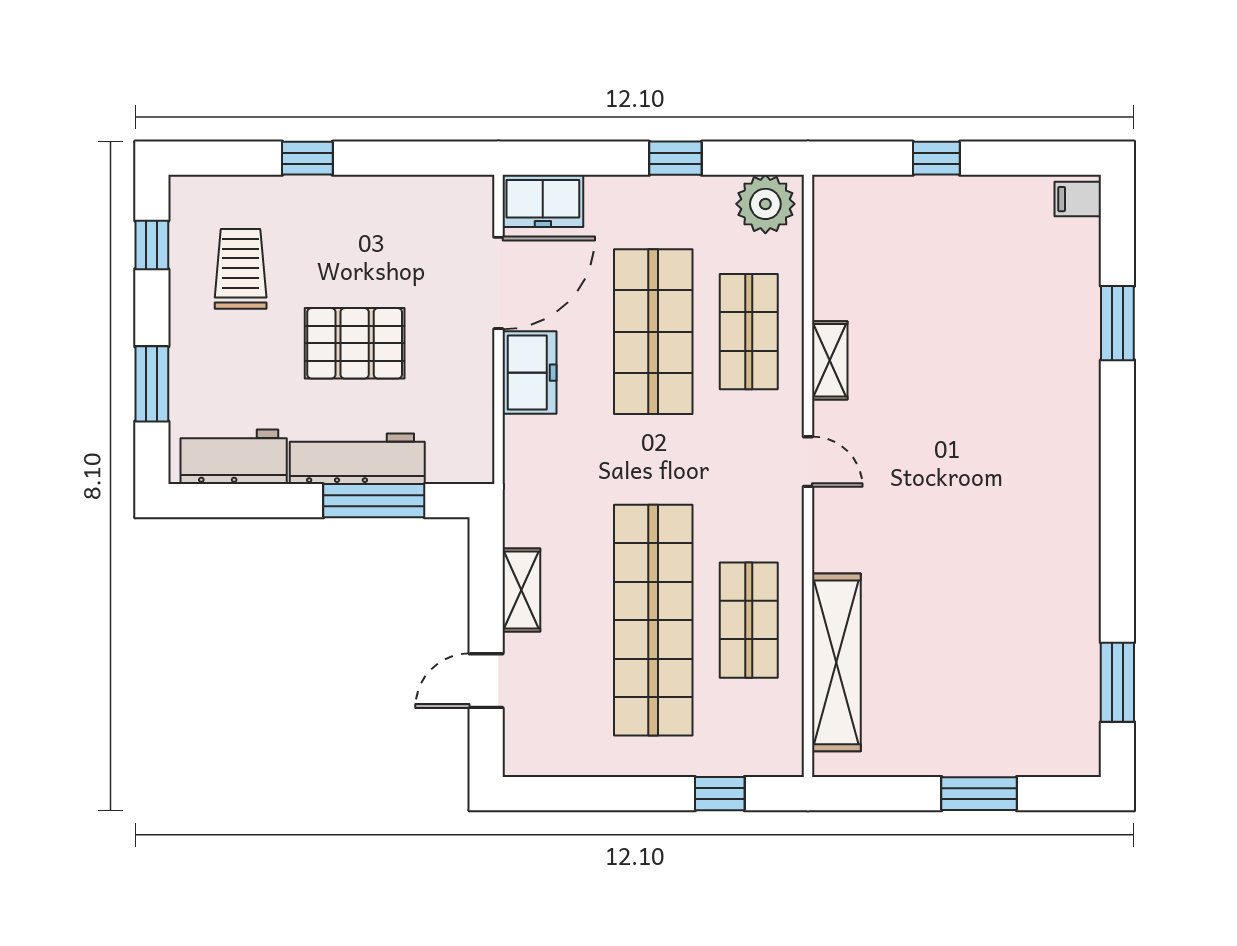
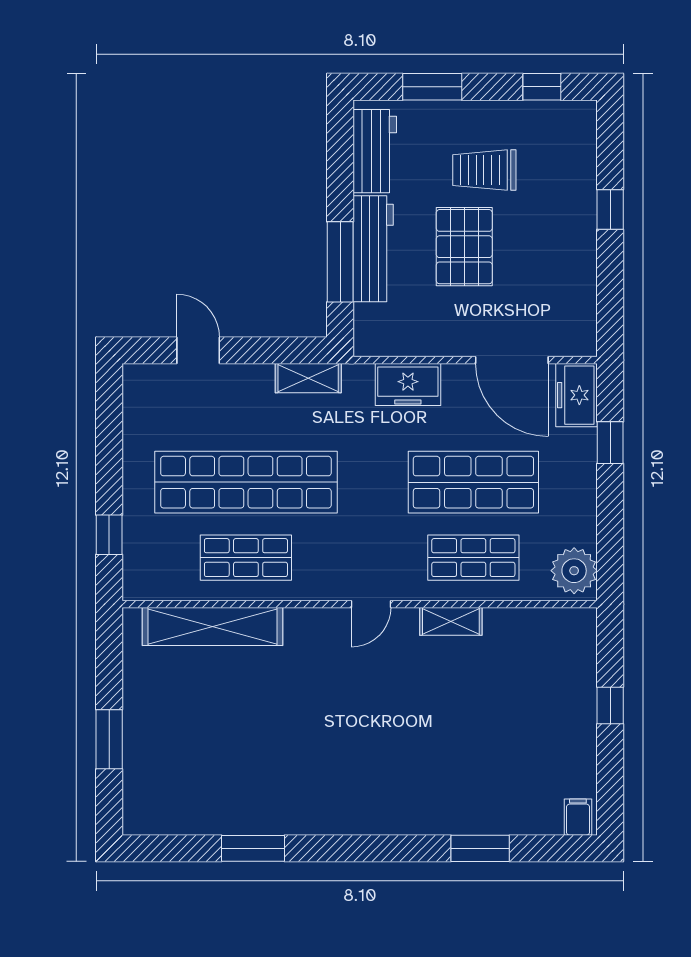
window: (675, 158) -> (610, 443), moved
trolley: (241, 269) -> (484, 170), moved, turned 180
freezer: (529, 373) -> (408, 385), moved
shelving: (521, 590) -> (308, 378), moved
window: (1117, 682) -> (253, 848), moved

